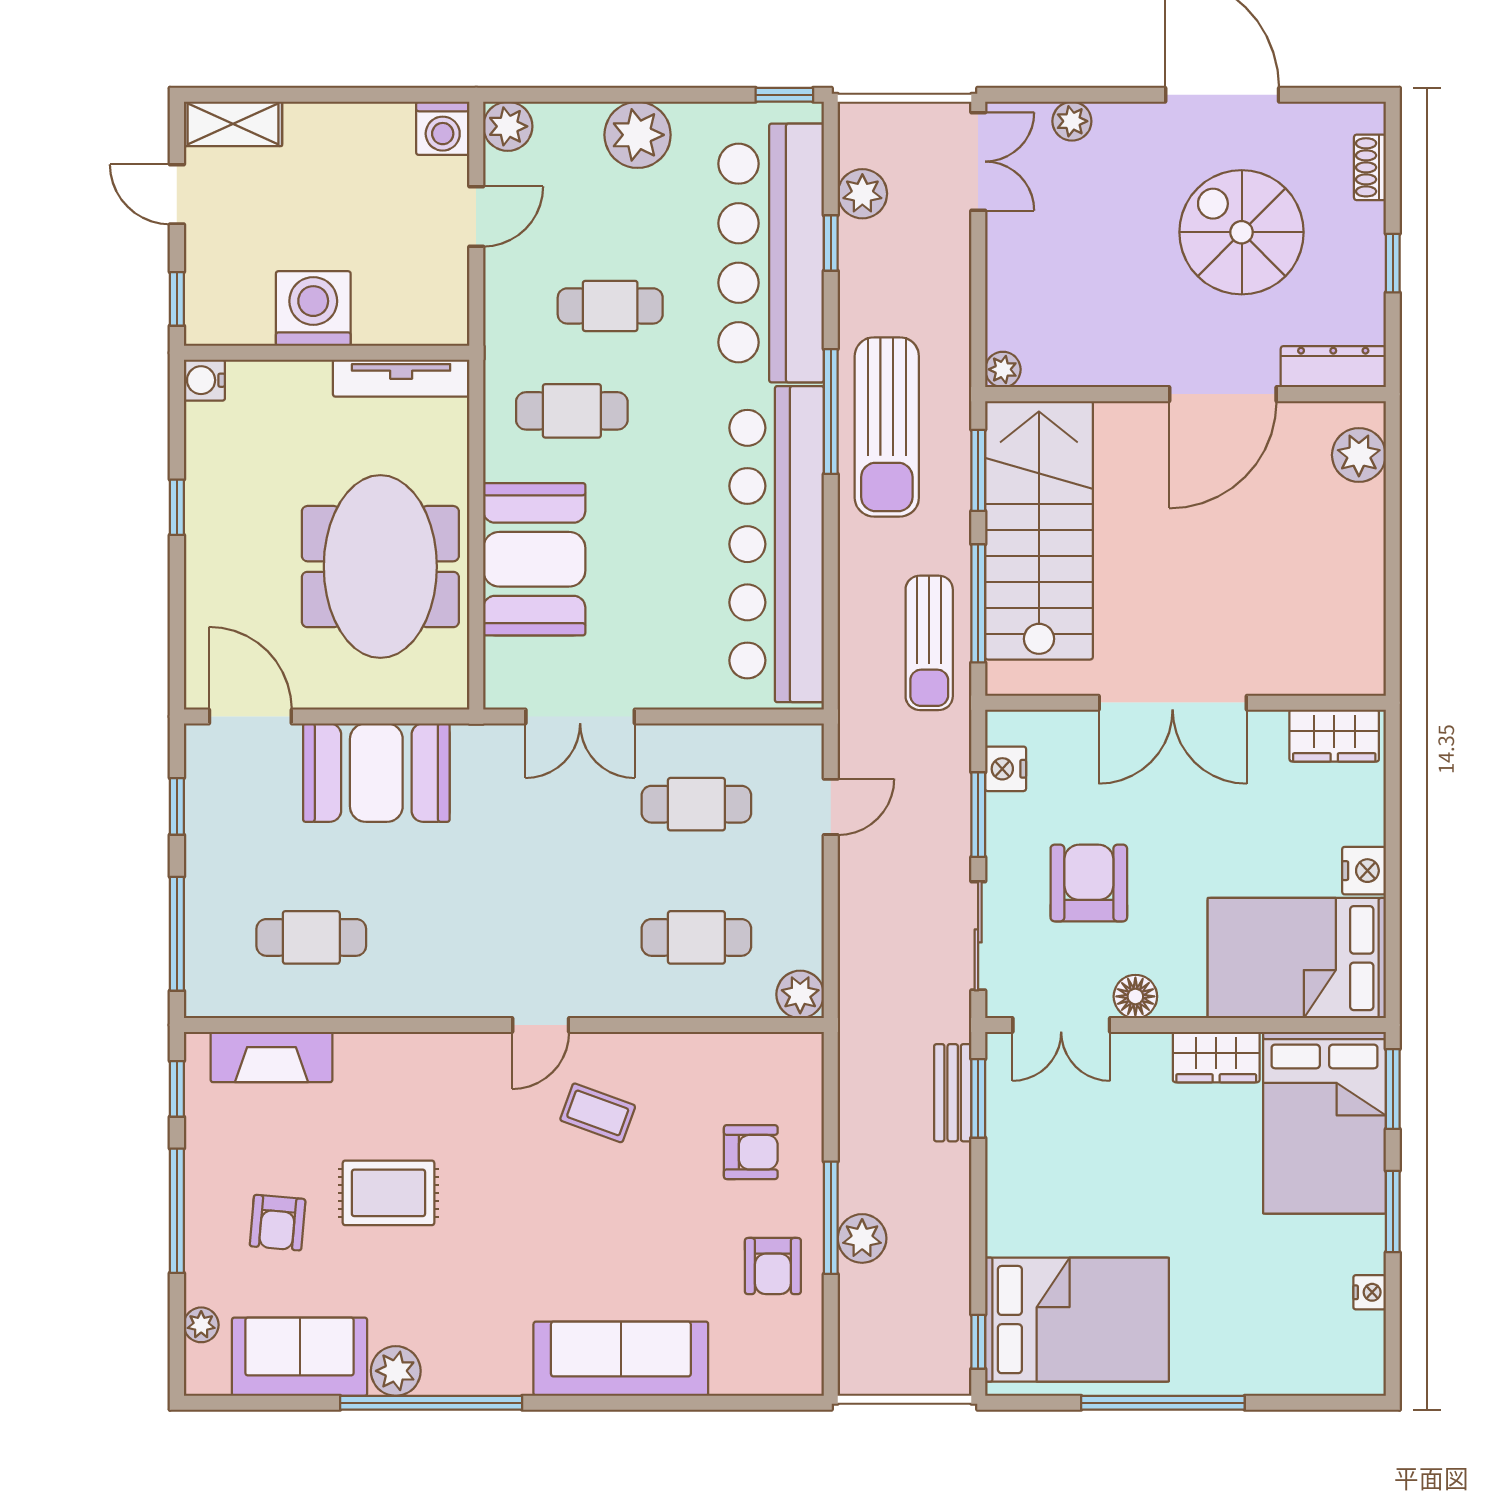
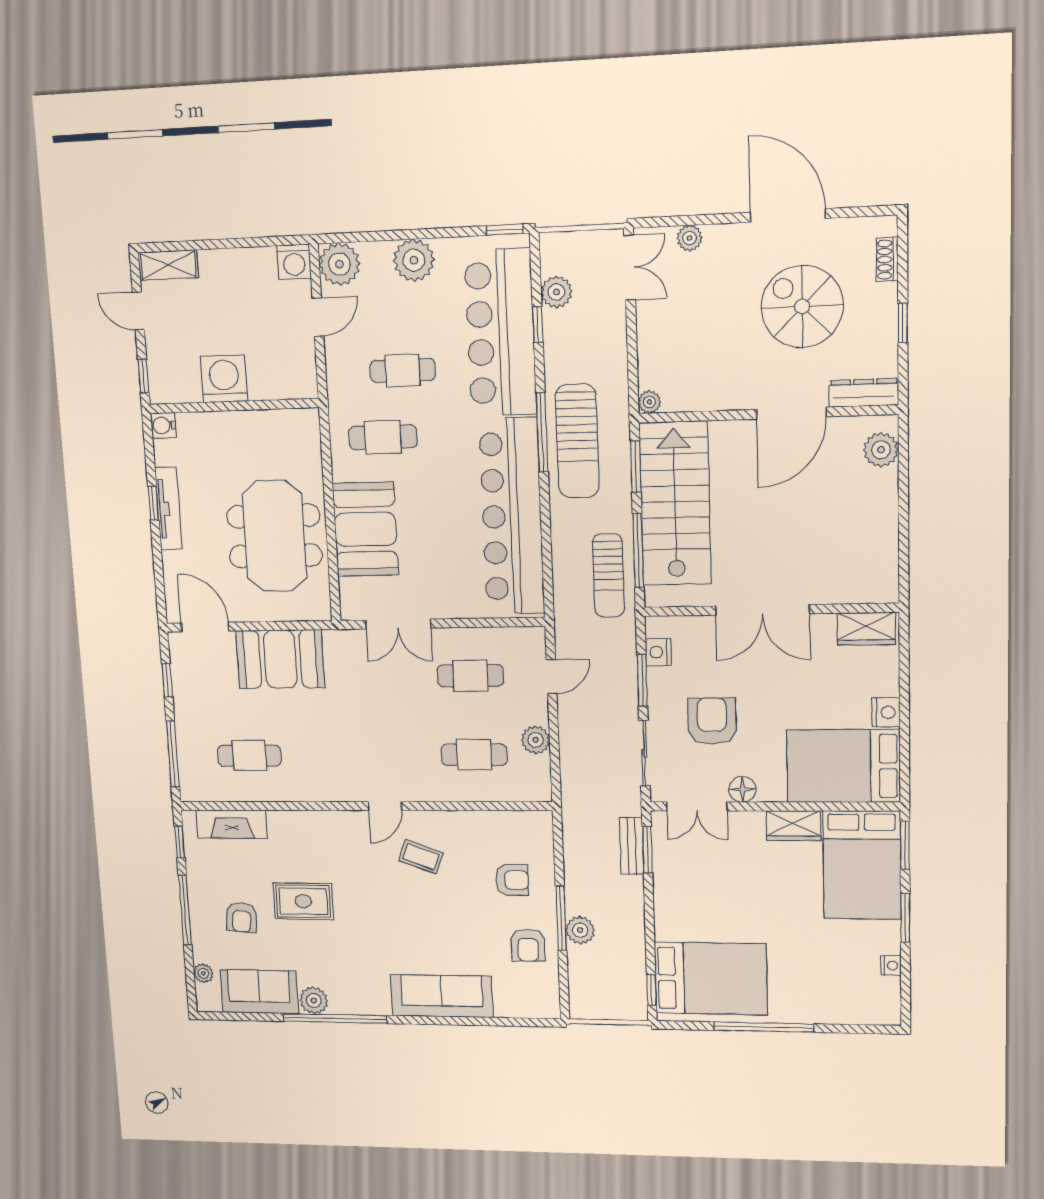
plant: (508, 126) -> (339, 264), width x1.36, depth x1.36
tv unit: (401, 378) -> (168, 508), moved, turned -90
plant: (800, 994) -> (536, 740), moved

